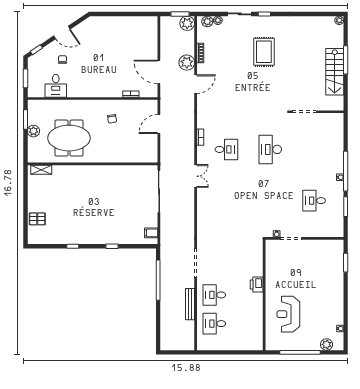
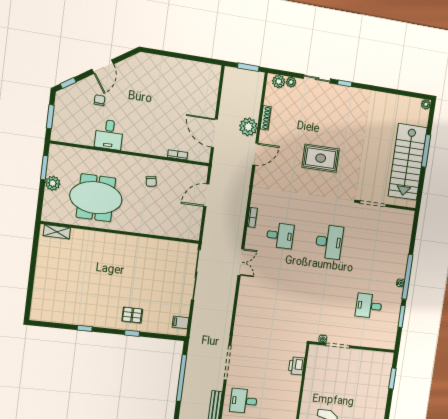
plant: (187, 23) -> (255, 80), removed
door: (62, 33) -> (103, 67), hinge flipped
rug: (264, 52) -> (321, 158), moved, turned 90
stairs: (335, 72) -> (408, 162), width x1.36, depth x1.51
desk: (56, 86) -> (109, 135), moved
desk: (270, 149) -> (329, 242), turned 180
pallet: (37, 219) -> (132, 315), moved
printer: (257, 285) -> (296, 366), moved

